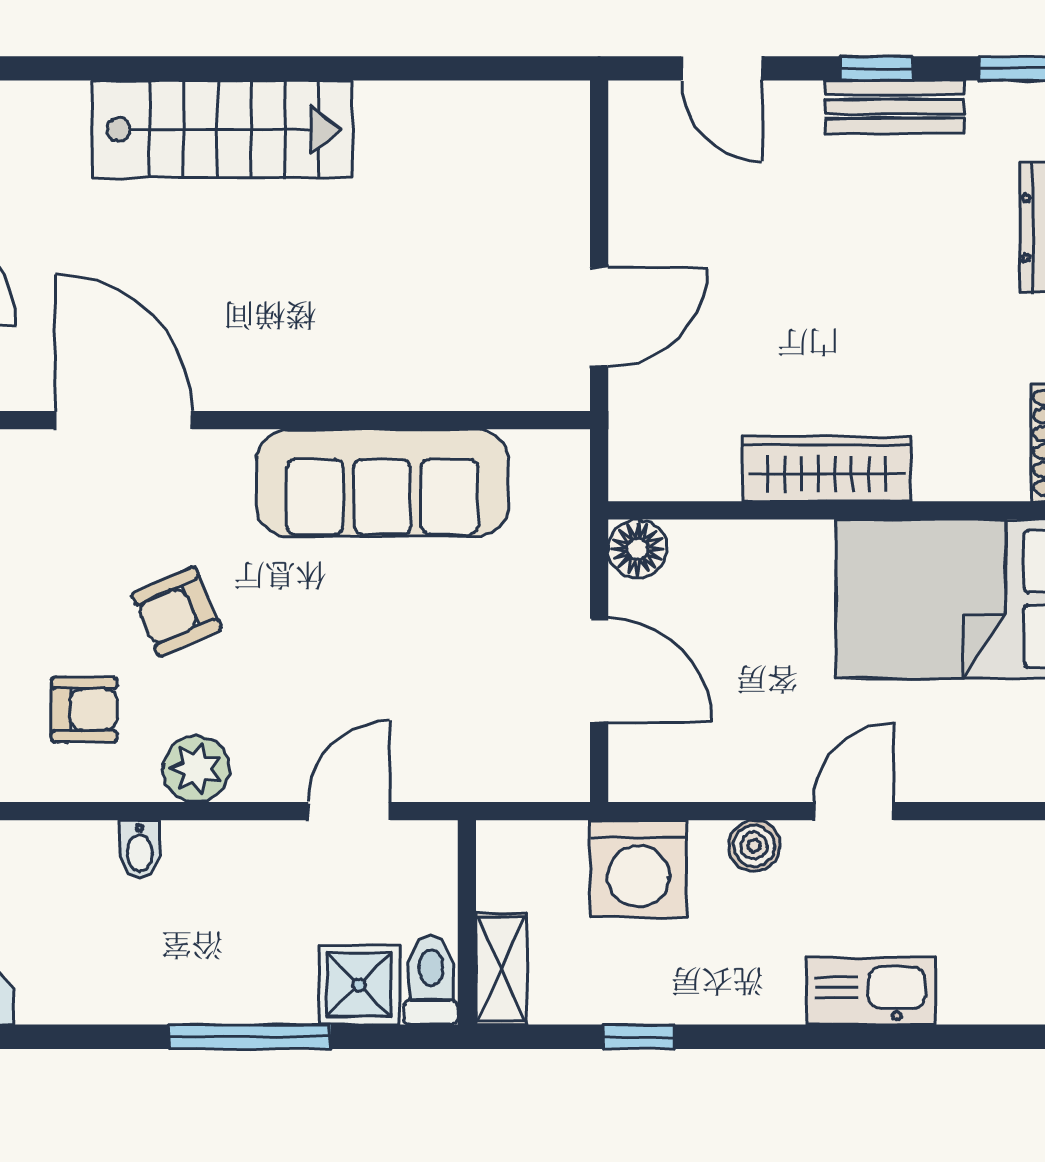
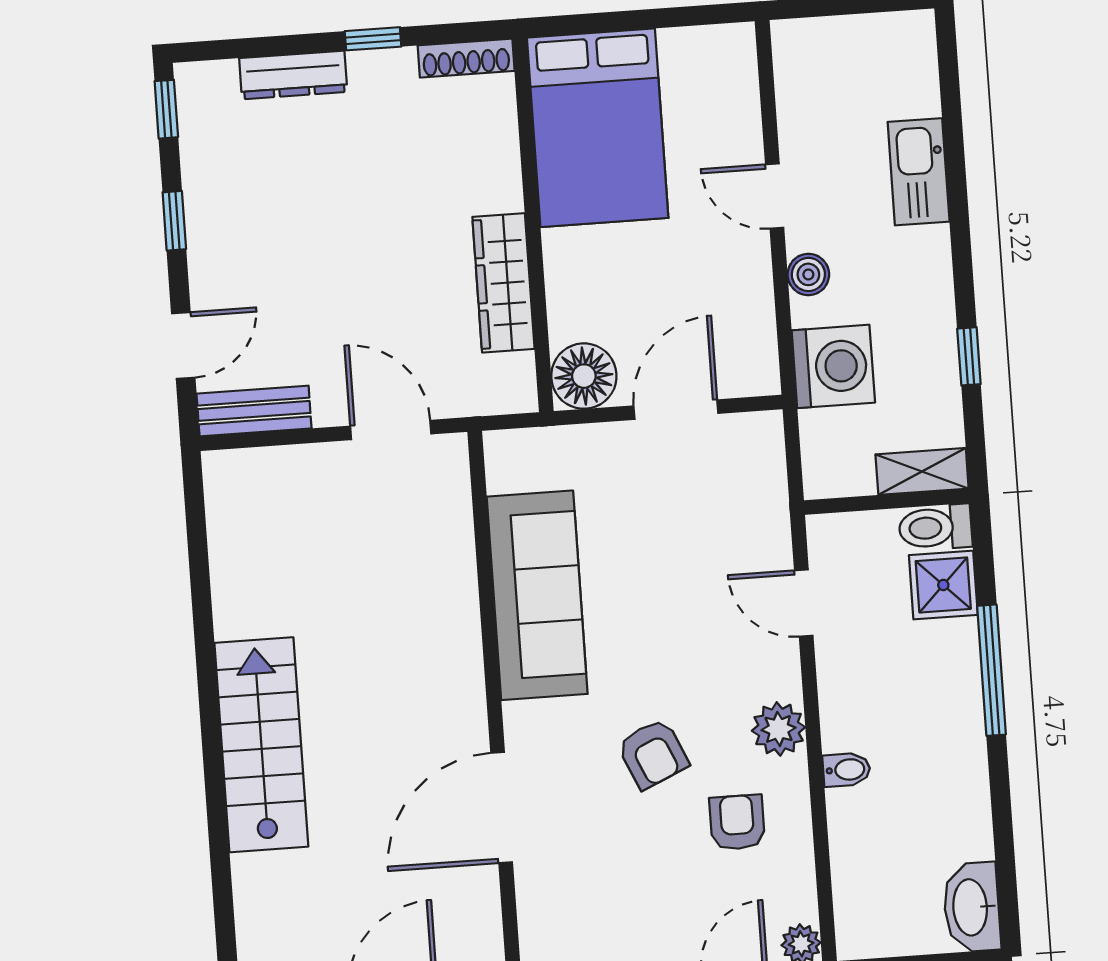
bench: (895, 107) -> (254, 411), moved, turned 90
wardrobe: (827, 469) -> (503, 283), moved
floor lamp: (638, 549) -> (584, 376), width x1.38, depth x1.38

